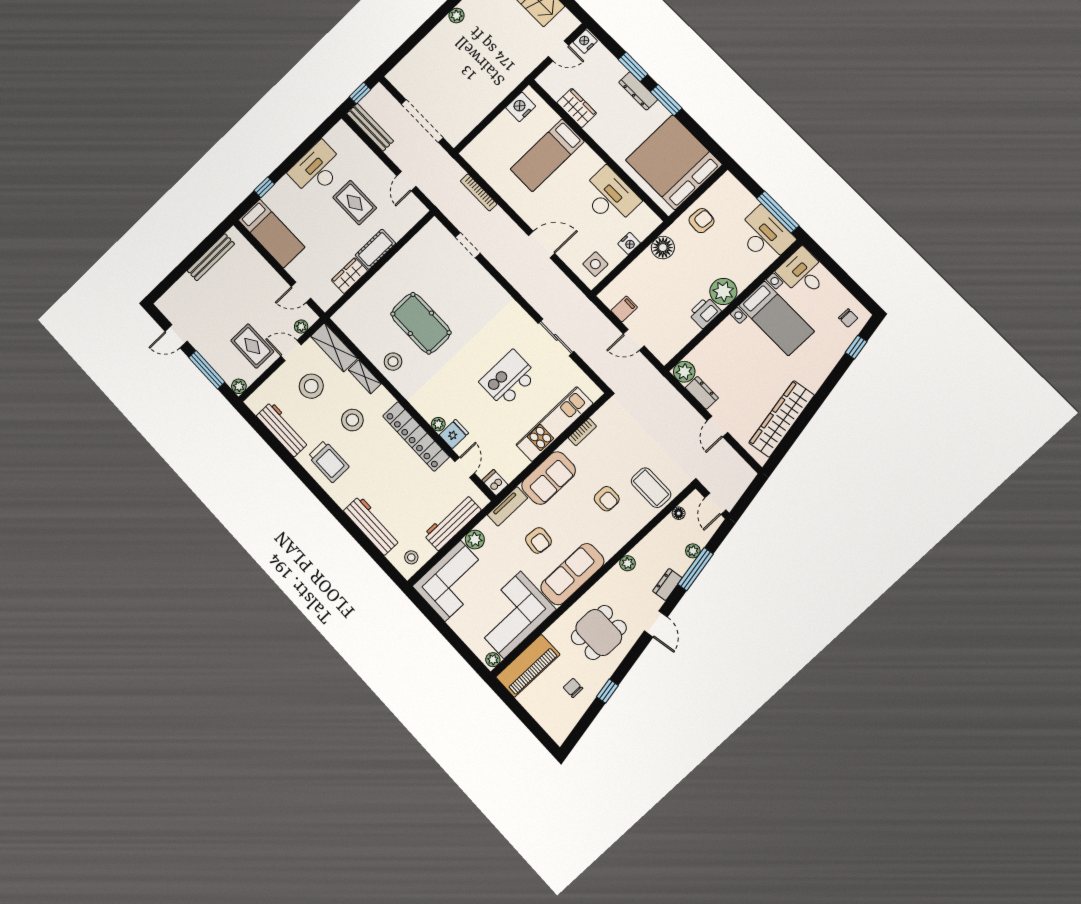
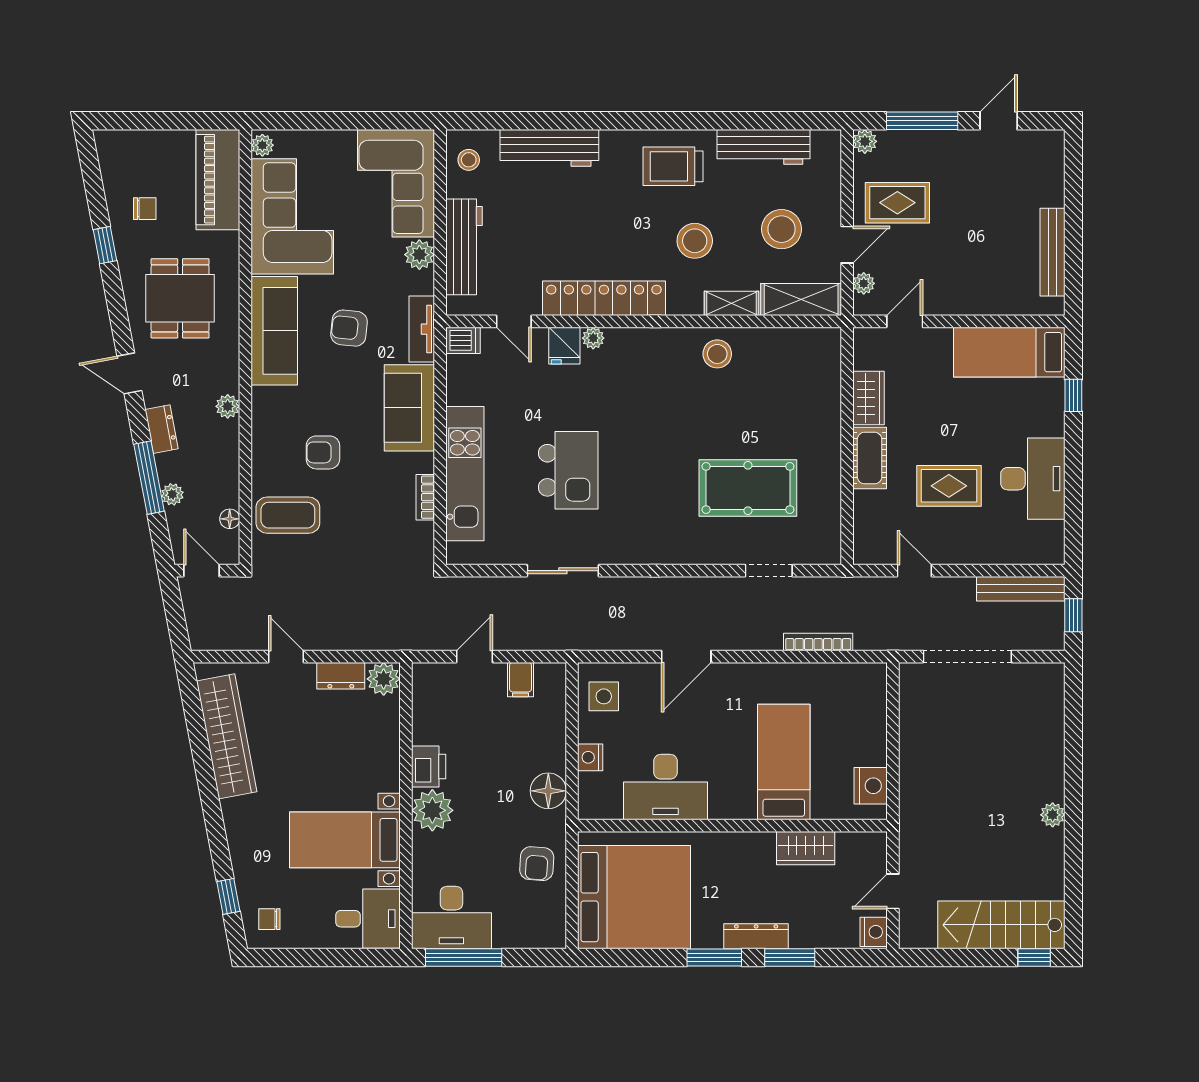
pool table: (421, 323) -> (748, 488), moved

